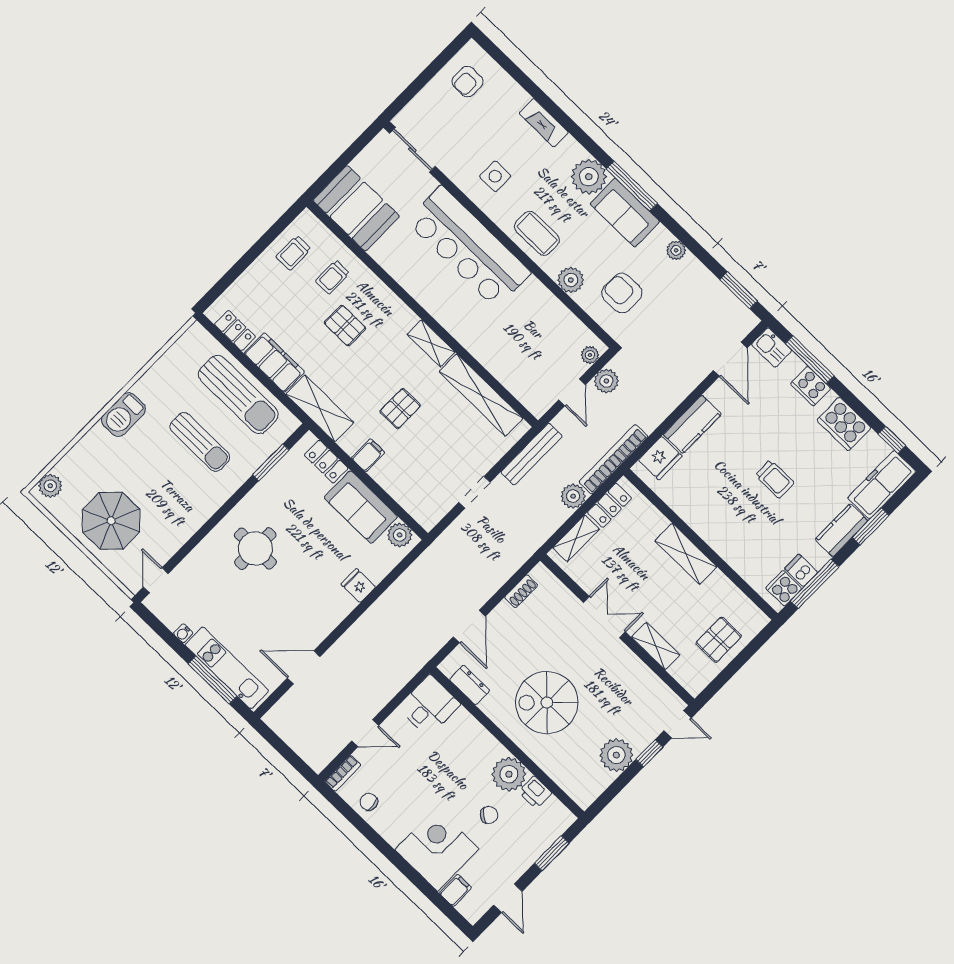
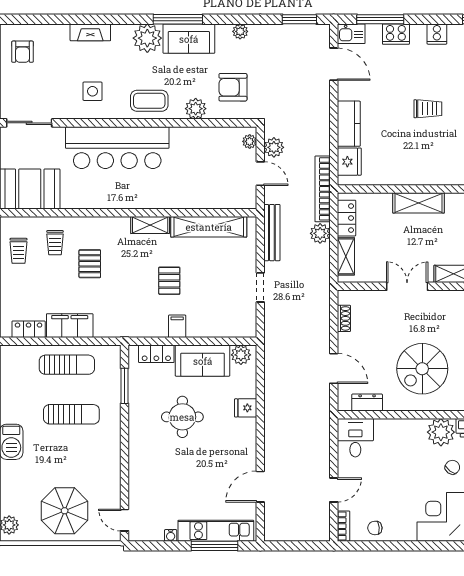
pallet: (345, 325) -> (90, 264), turned 90
sun lounger: (238, 394) -> (67, 365), width x0.73, depth x0.75
shelving: (320, 408) -> (122, 326), removed
cooker: (844, 424) -> (437, 34), width x0.53, depth x0.76
round table: (255, 549) -> (182, 417), moved

